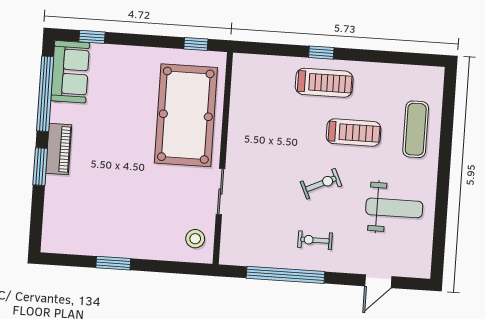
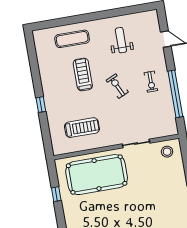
window: (196, 44) -> (56, 194), moved
treadmill: (324, 83) -> (82, 128), moved, turned 90
weight bench: (394, 208) -> (121, 40), width x0.73, depth x0.75

